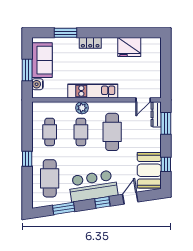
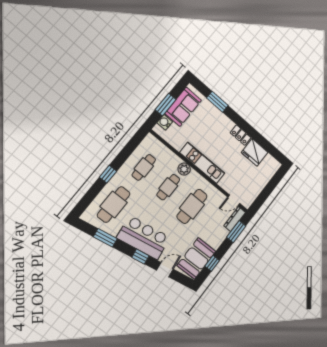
locker: (90, 43) -> (241, 135), moved

